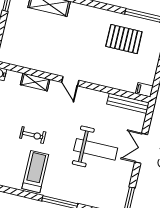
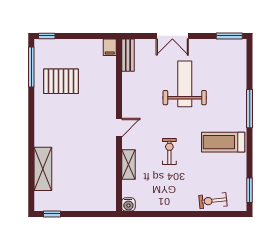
pallet: (124, 39) -> (61, 81), turned 90
bench: (128, 103) -> (128, 55), width x0.73
exercise bike: (33, 135) -> (169, 152), moved

